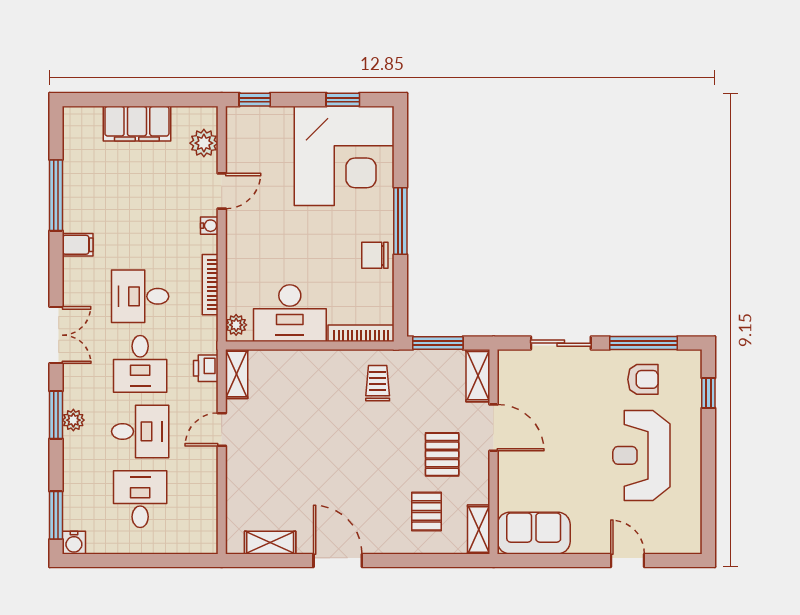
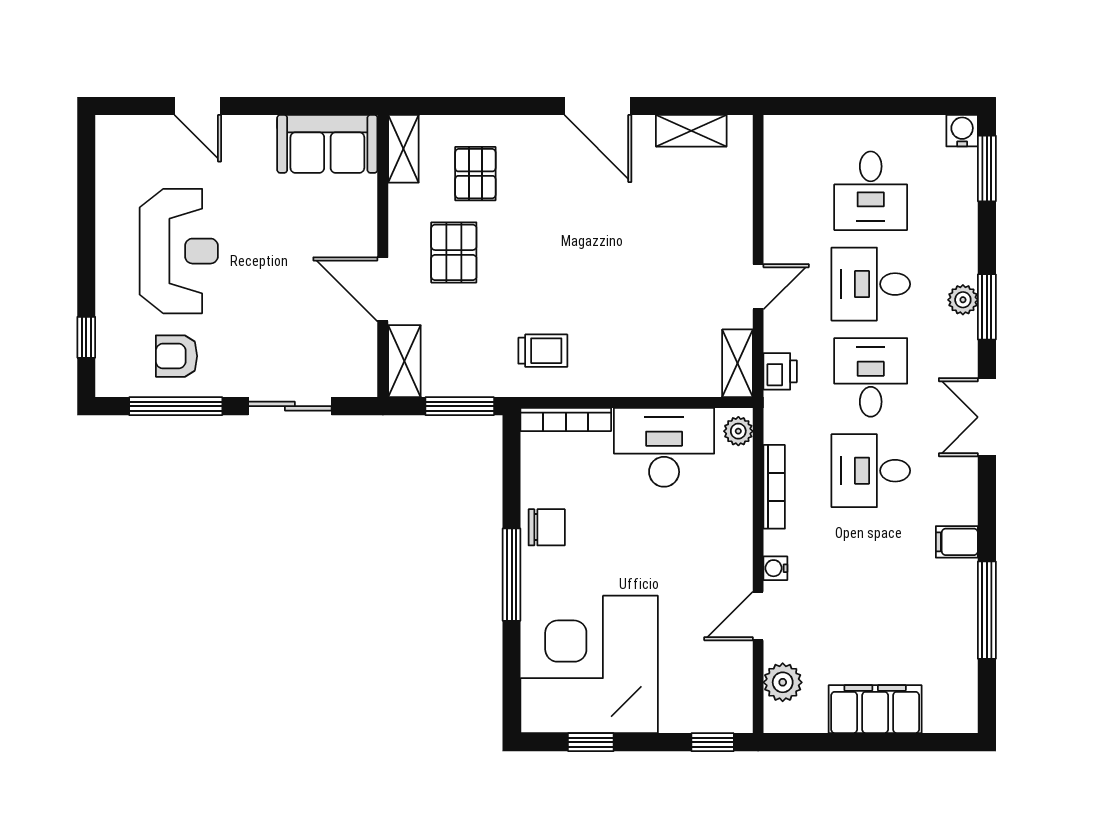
desk: (140, 296) -> (871, 471), turned 180
trolley: (378, 383) -> (543, 351), turned -90

